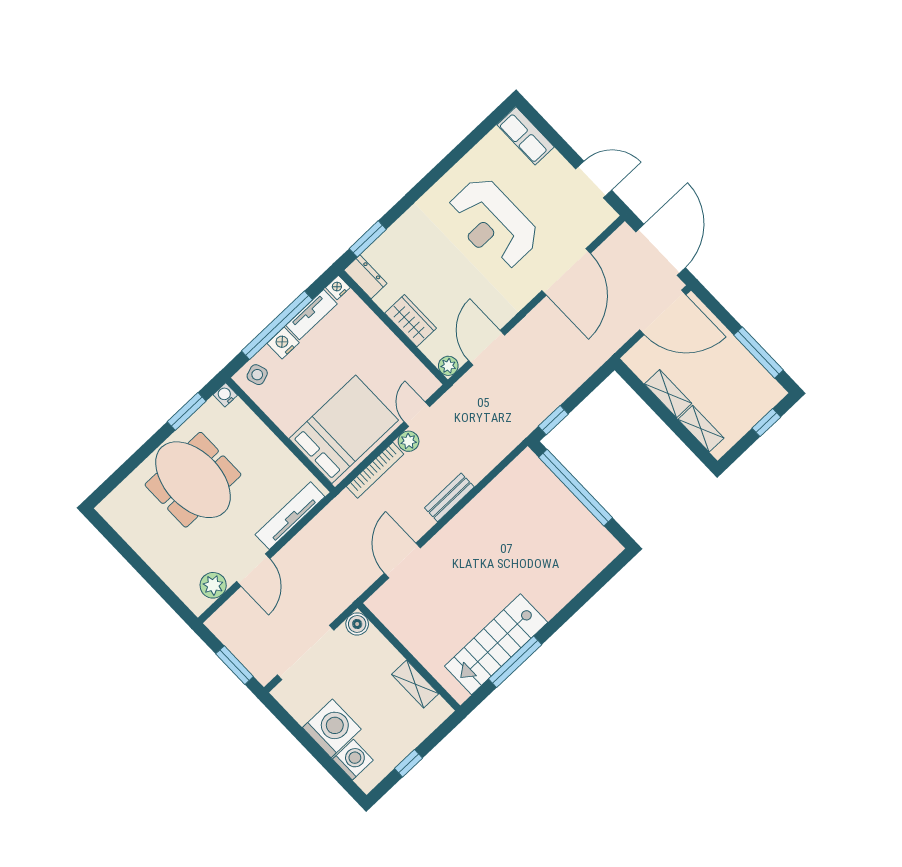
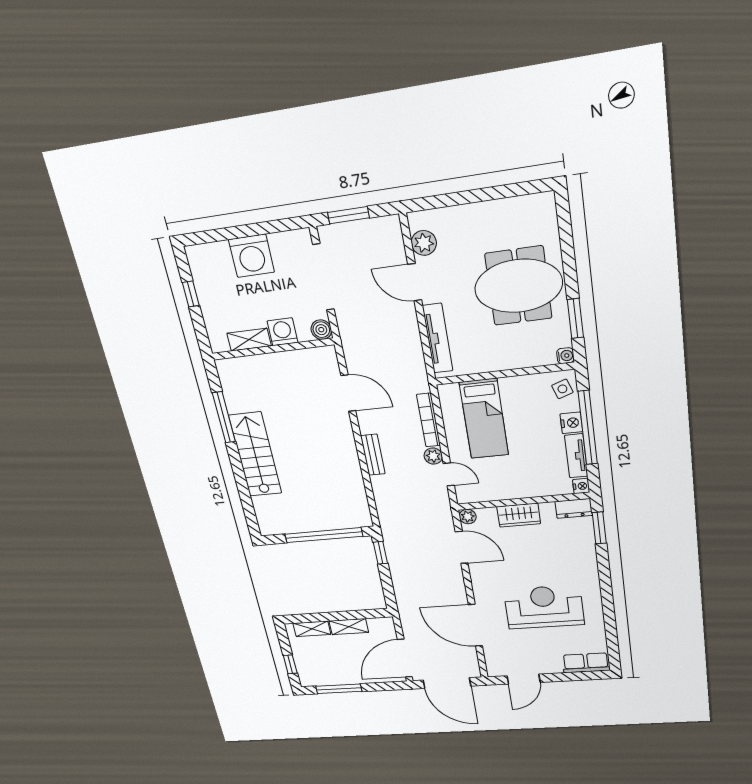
bed: (344, 429) -> (484, 419), width x0.67
stairs: (496, 644) -> (255, 455), moved
washing machine: (353, 760) -> (282, 332), moved, turned 180

